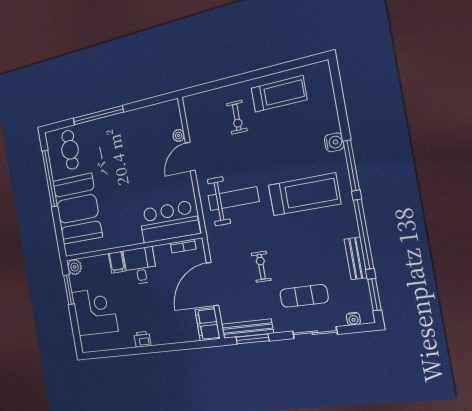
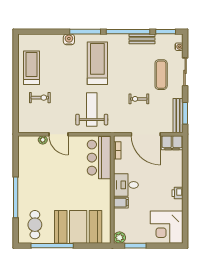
cafe table: (70, 150) -> (35, 225), turned 90
corner desk: (95, 312) -> (167, 227), moved, turned -90

